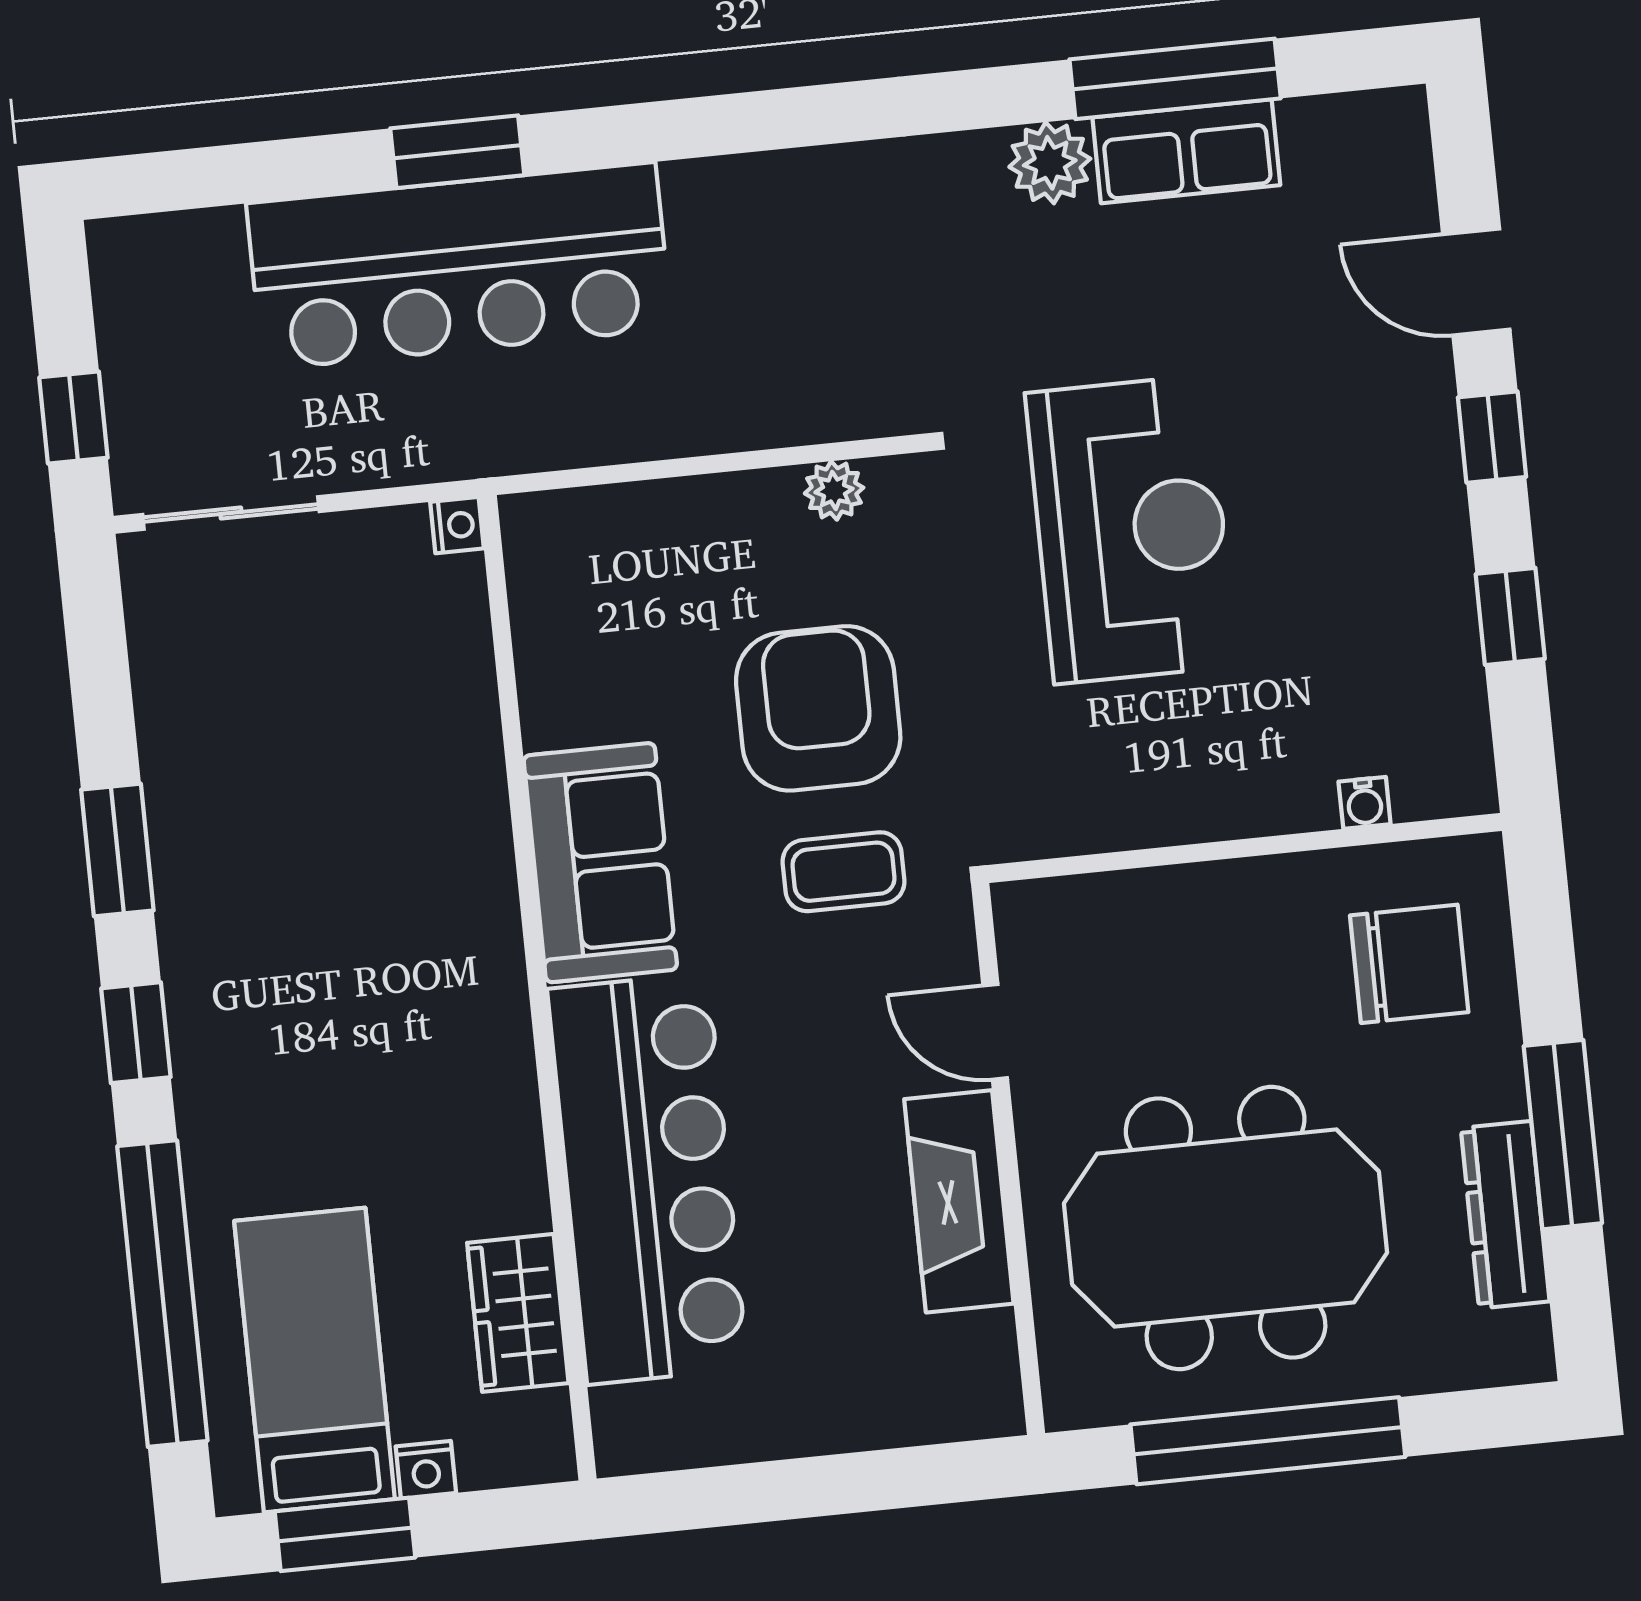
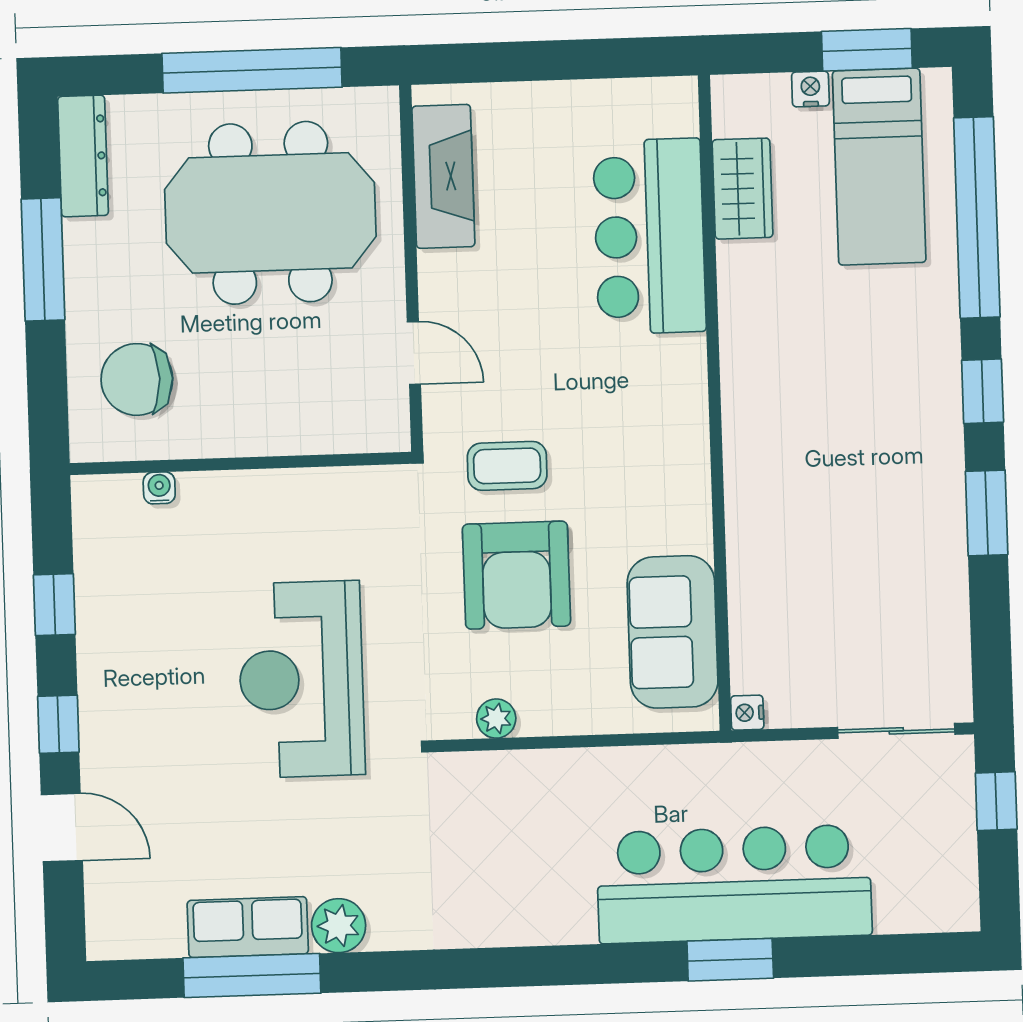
sofa: (600, 863) -> (673, 632), moved
bar counter: (648, 1179) -> (649, 236), width x0.73
fireplace: (959, 1201) -> (443, 176), moved
dresser: (1505, 1215) -> (83, 156), moved

